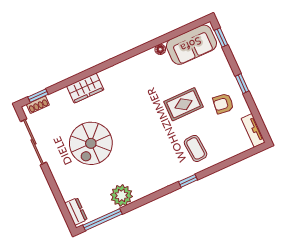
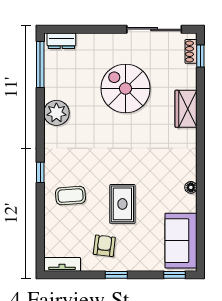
floor lamp: (160, 49) -> (191, 187), moved
plant: (121, 195) -> (56, 113), moved

